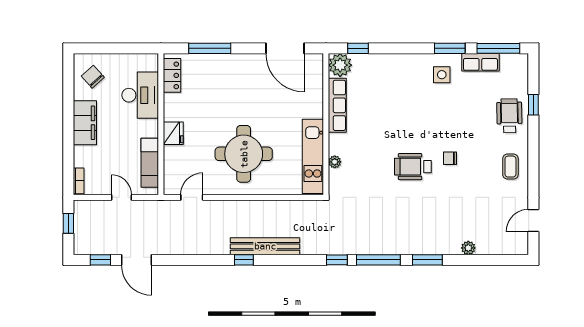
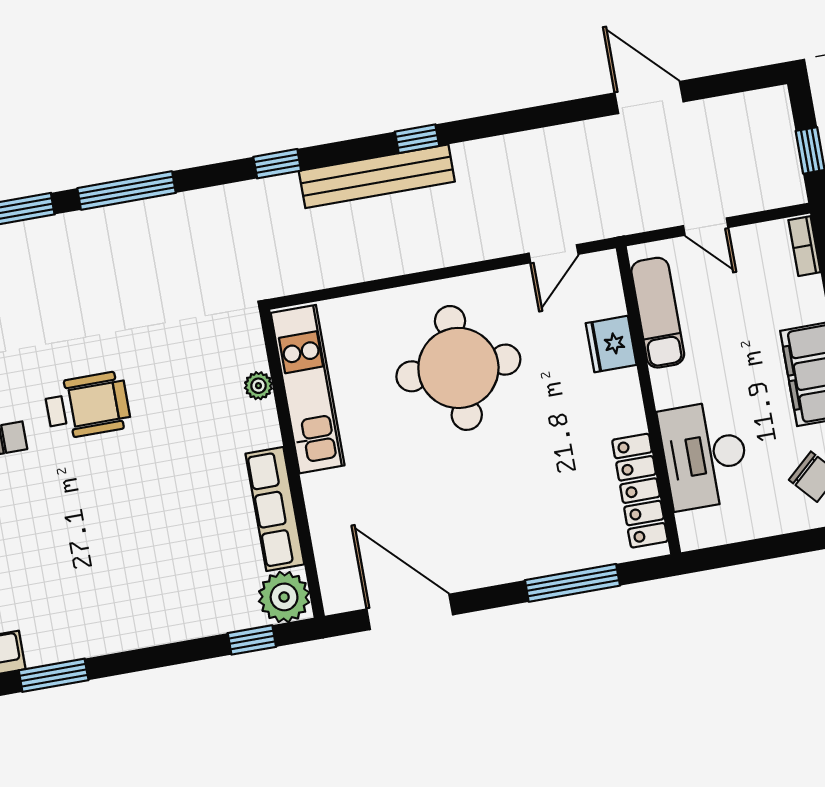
locker: (172, 75) -> (640, 491), width x1.53
side table: (442, 75) -> (61, 615), removed
fridge: (173, 133) -> (611, 344), moved
window: (100, 260) -> (727, 84), removed
window: (337, 260) -> (277, 164), moved

